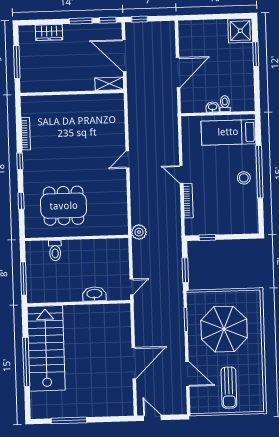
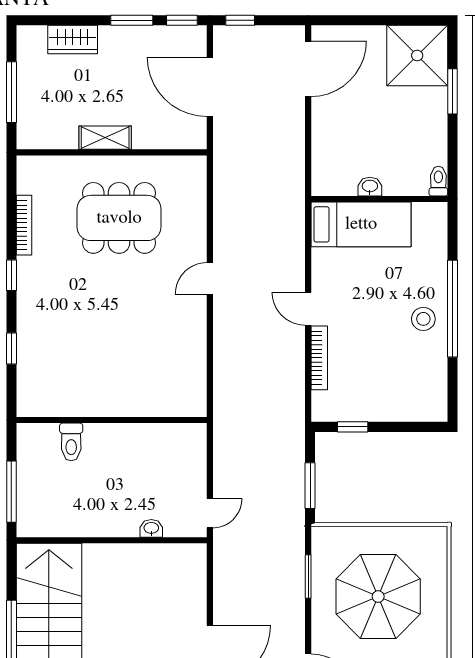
shower: (240, 31) -> (417, 56), width x1.37, depth x1.37
door: (178, 73) -> (308, 69), moved
shelving: (109, 84) -> (105, 138), moved
toilet: (225, 104) -> (438, 181), moved
bed: (228, 132) -> (361, 224), moved, turned 180
dining table: (64, 206) -> (119, 218), moved
plant: (139, 232) -> (227, 413), removed
washbasin: (94, 294) -> (151, 528), width x0.52, depth x0.69

